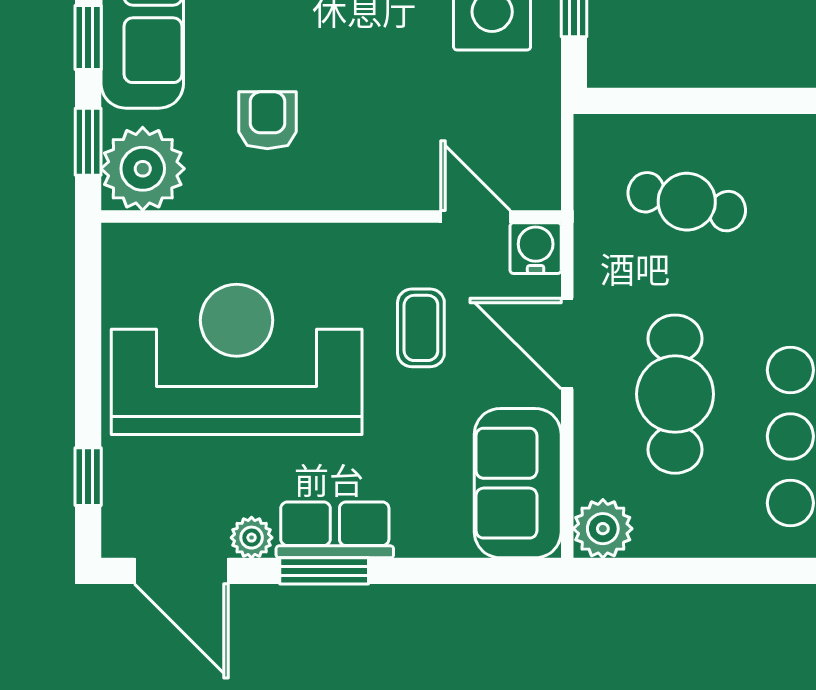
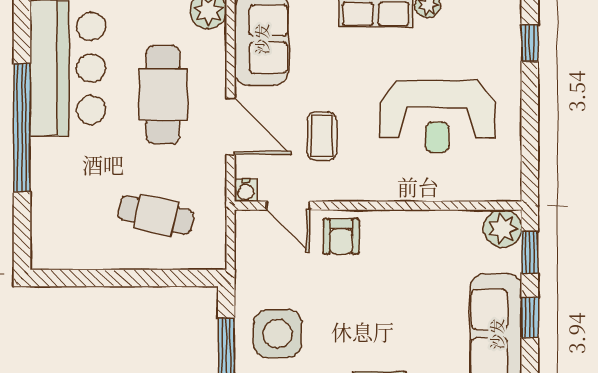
armchair: (267, 120) -> (341, 236), moved
plant: (143, 169) -> (503, 229), width x0.73, depth x0.73
water cooler: (536, 248) -> (246, 190), width x0.72, depth x0.72
reception desk: (237, 359) -> (437, 116), width x0.74, depth x0.77

